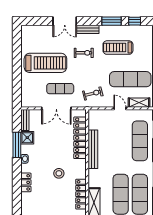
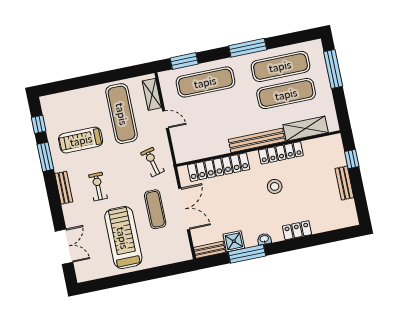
double door: (65, 21) -> (64, 247), moved
treadmill: (118, 48) -> (81, 140), turned 90
door: (120, 108) -> (166, 120), swing flipped
bench: (93, 149) -> (257, 140), moved
locker: (81, 194) -> (281, 153), moved

